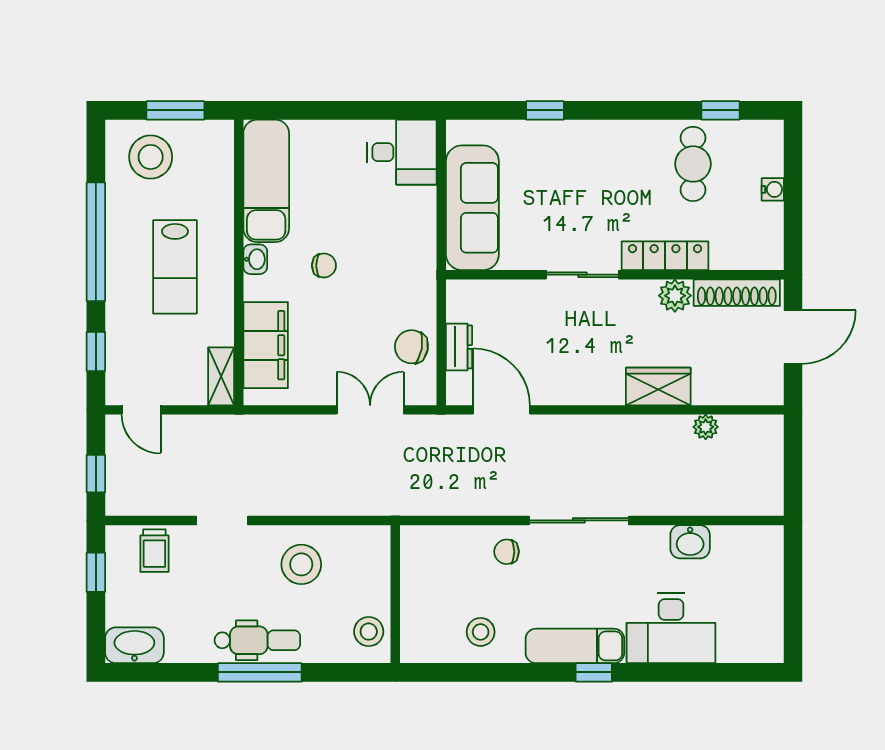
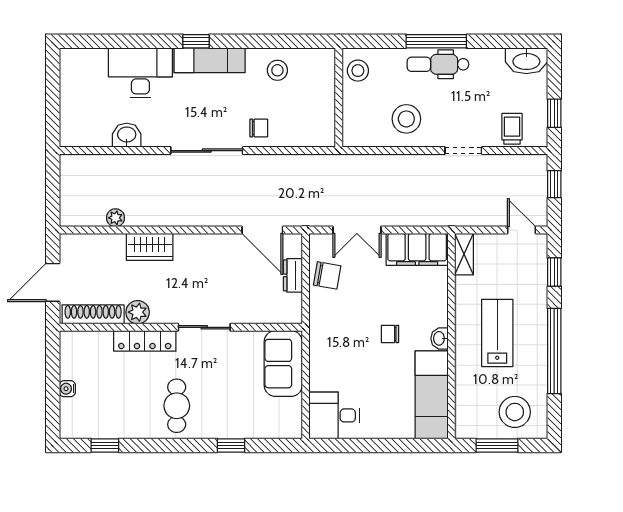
cafe table: (693, 164) -> (177, 406), moved
sofa: (472, 208) -> (283, 364), width x0.73
filing cabinet: (266, 345) -> (417, 249), moved, turned -90

